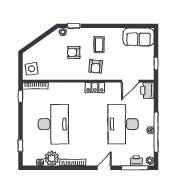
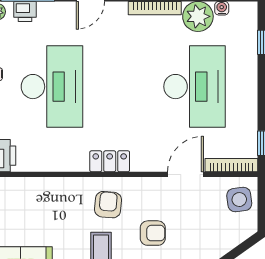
door: (130, 81) -> (185, 174), moved
desk: (53, 124) -> (195, 87), turned 180

